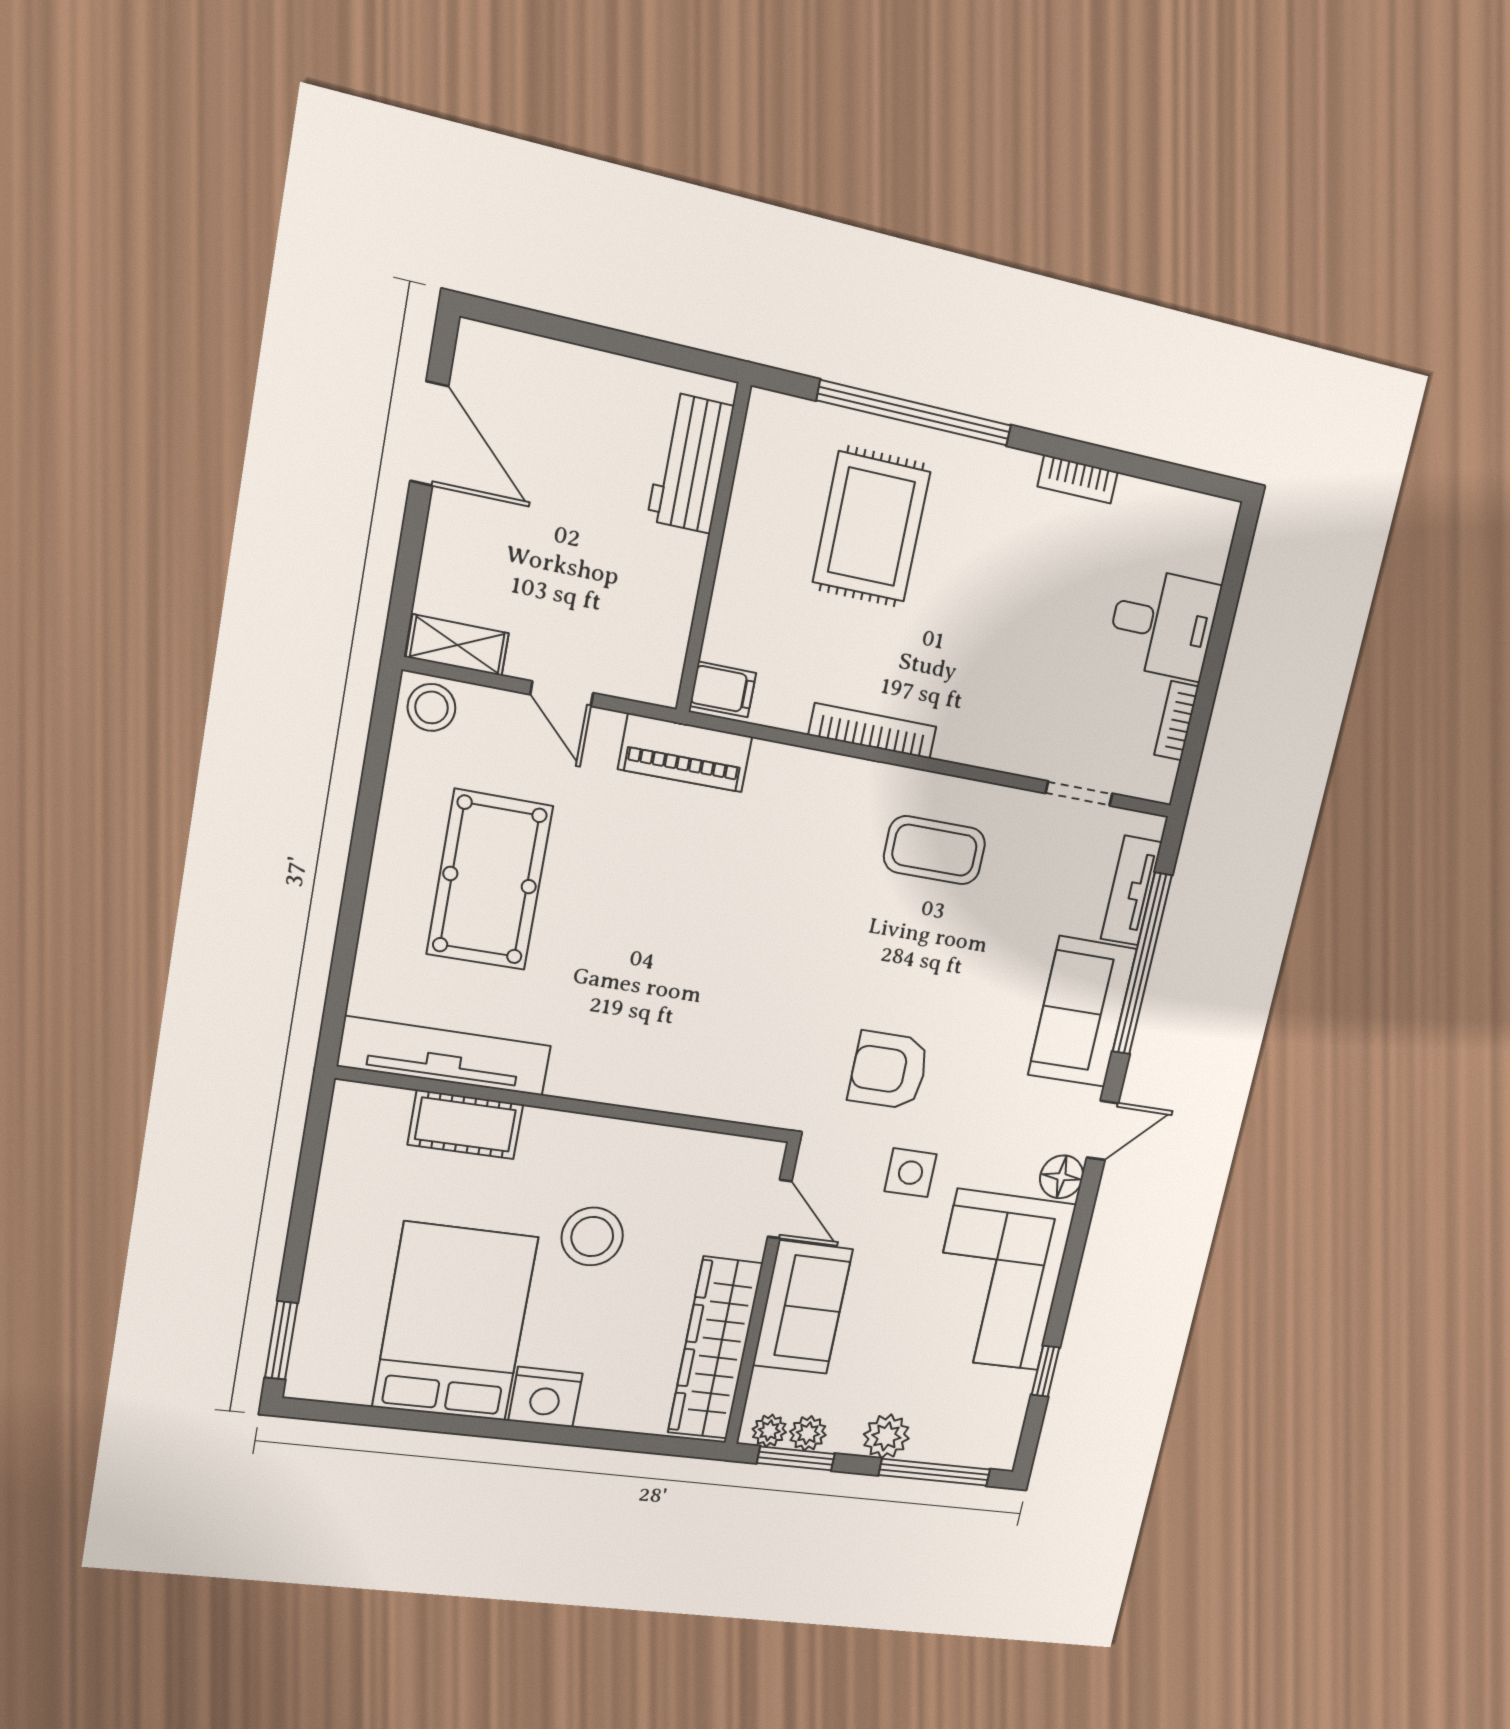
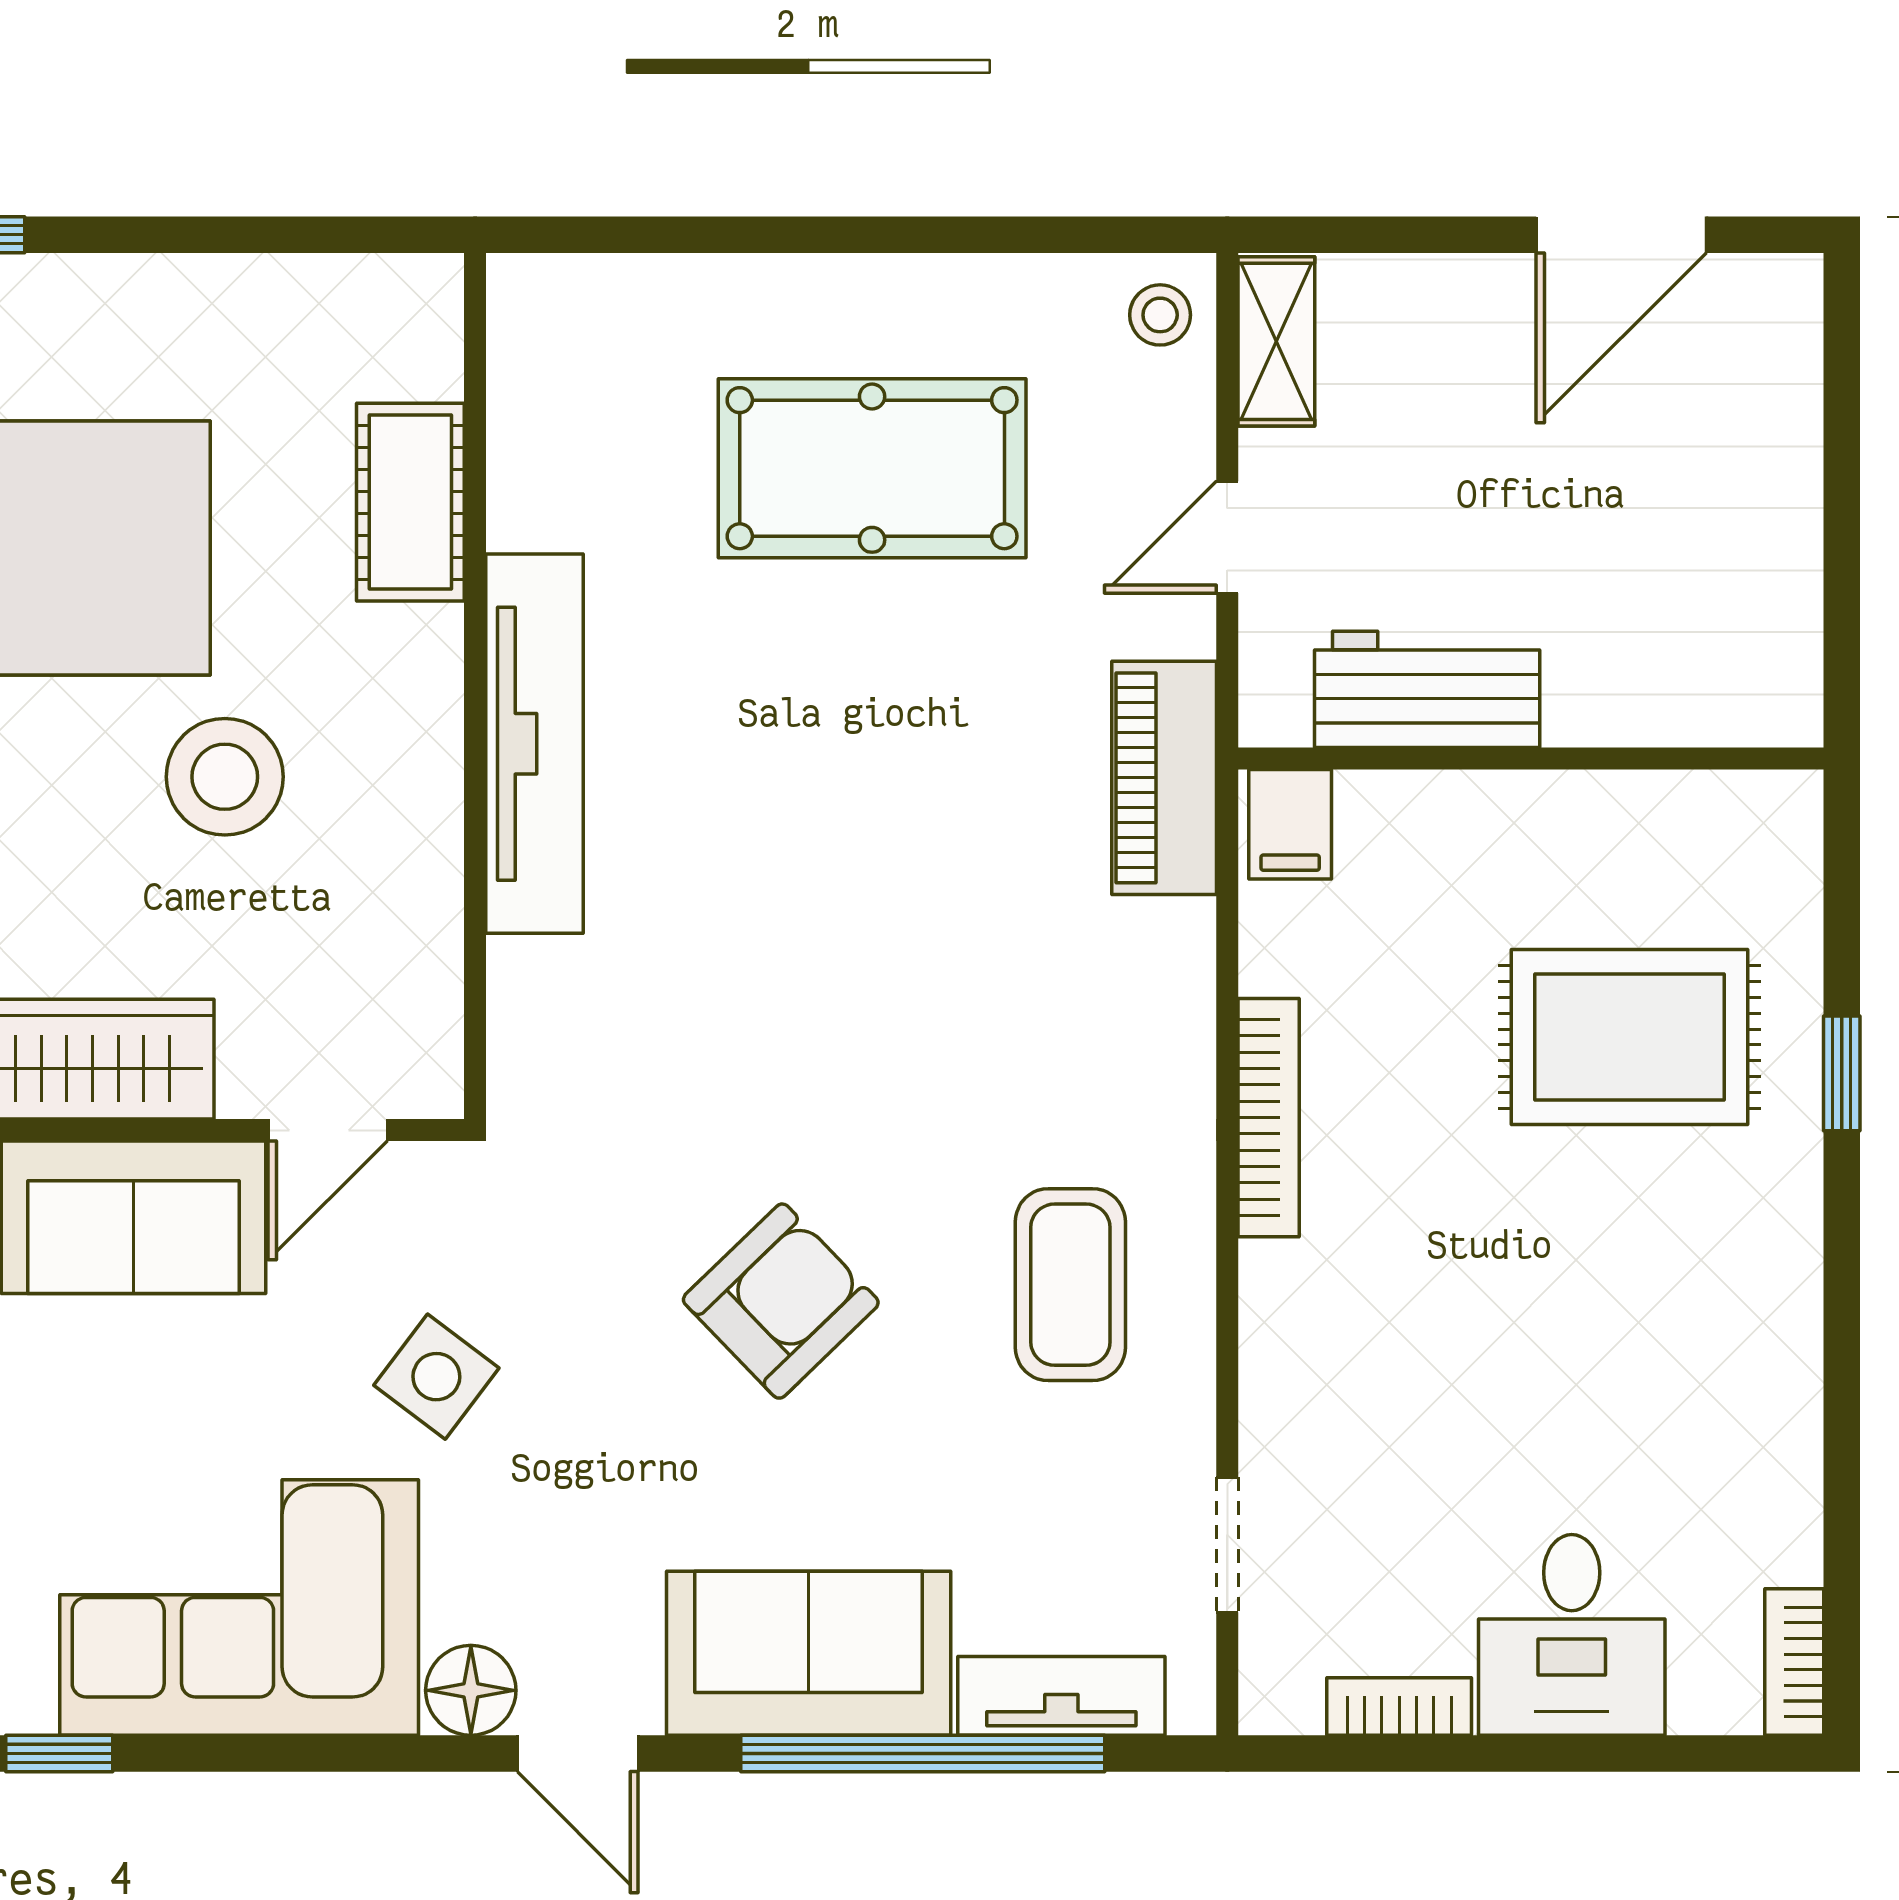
window: (915, 413) -> (1842, 1073), width x0.32
workbench: (690, 463) -> (1427, 689), moved
bookcase: (1078, 479) -> (1794, 1662), moved
stool: (432, 707) -> (1160, 315), width x0.73, depth x0.73
tv unit: (445, 1056) -> (535, 744), moved
armchair: (889, 1070) -> (781, 1301), moved, turned 46
side table: (911, 1173) -> (436, 1377), turned 37

